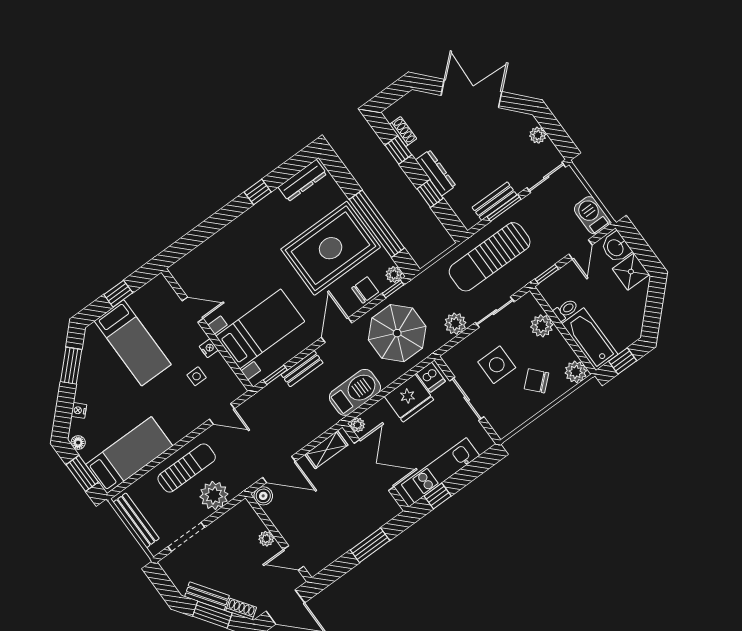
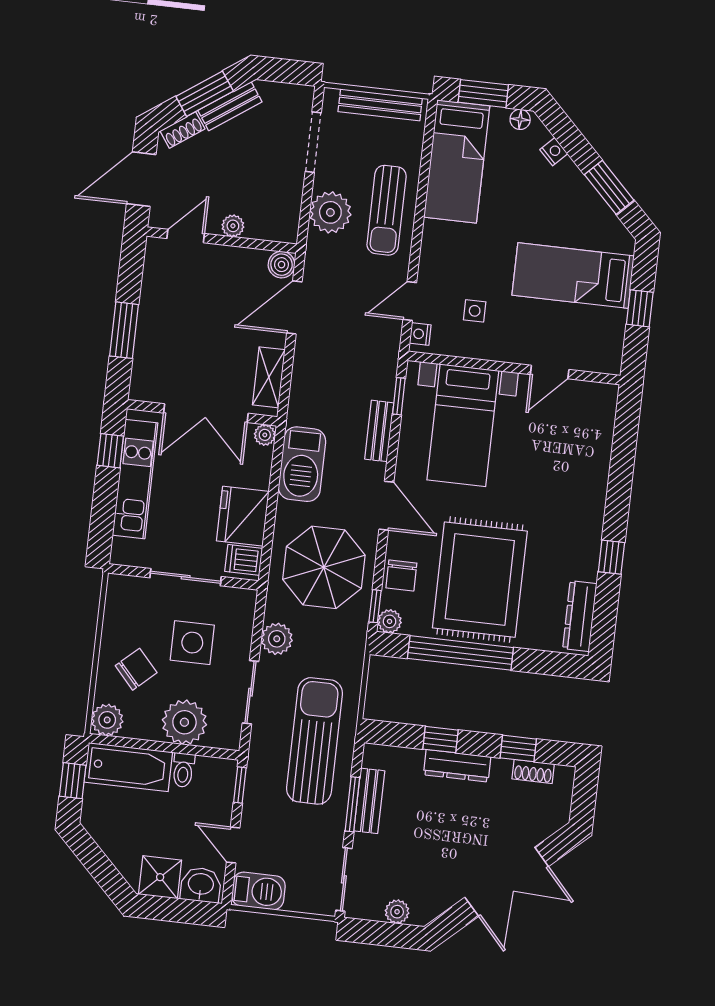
plant: (542, 326) -> (184, 722), width x1.36, depth x1.36
nightstand: (209, 348) -> (420, 334), moved, turned 90

